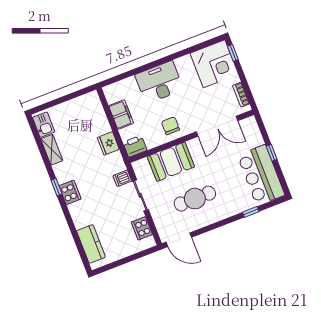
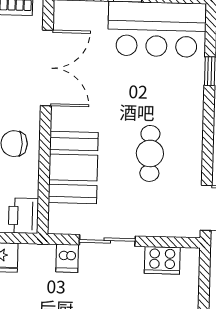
cafe table: (195, 199) -> (150, 153), width x0.73, depth x0.74

